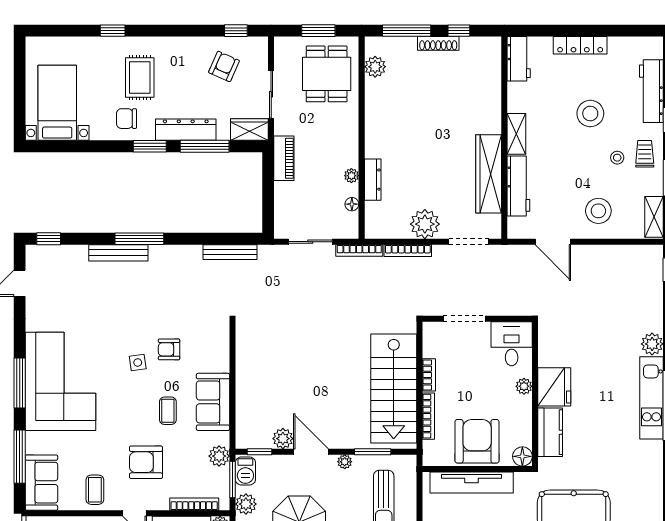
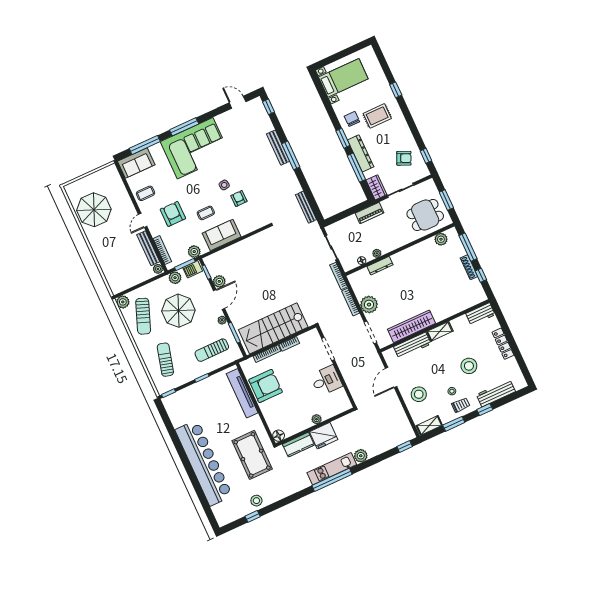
plant: (524, 386) -> (317, 419), moved
fridge: (554, 387) -> (324, 436), moved
wall: (535, 394) -> (315, 427), moved
kitchen counter: (550, 432) -> (298, 445), moved
floor lamp: (522, 456) -> (279, 436), moved

